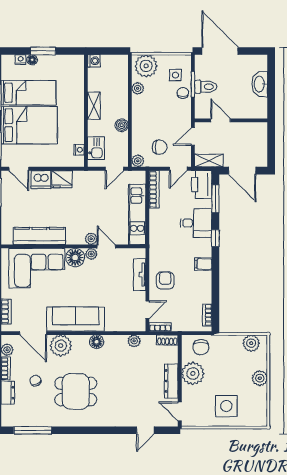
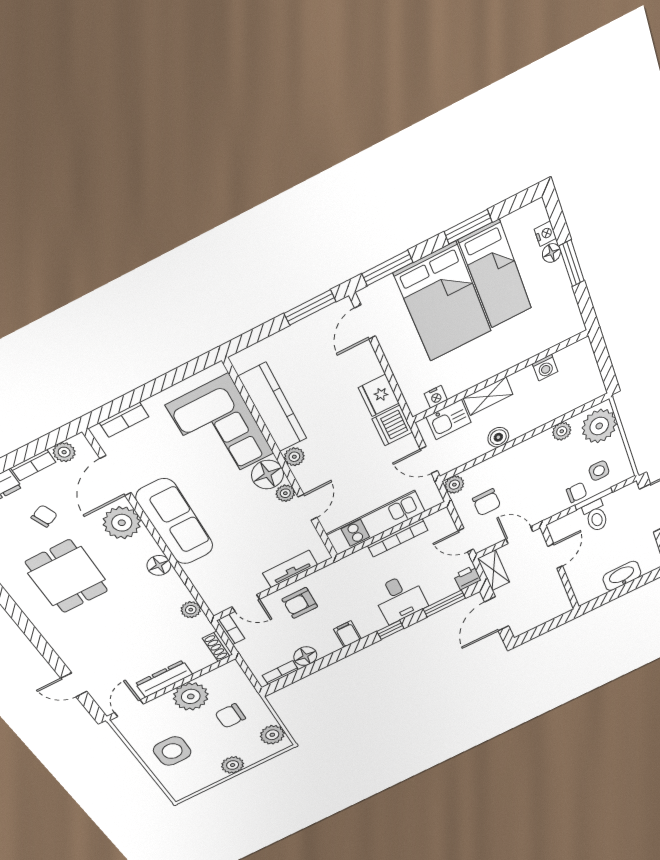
washing machine: (94, 61) -> (545, 368), moved
shelving: (94, 106) -> (488, 396), moved
dishwasher: (41, 180) -> (392, 426), moved
printer: (202, 185) -> (467, 578), width x0.53, depth x0.68
bookcase: (154, 189) -> (398, 538), moved
plant: (91, 239) -> (294, 457), moved
armchair: (165, 280) -> (300, 603), turned 180
floor lamp: (204, 295) -> (305, 656), added
chair: (201, 347) -> (230, 716), moved

